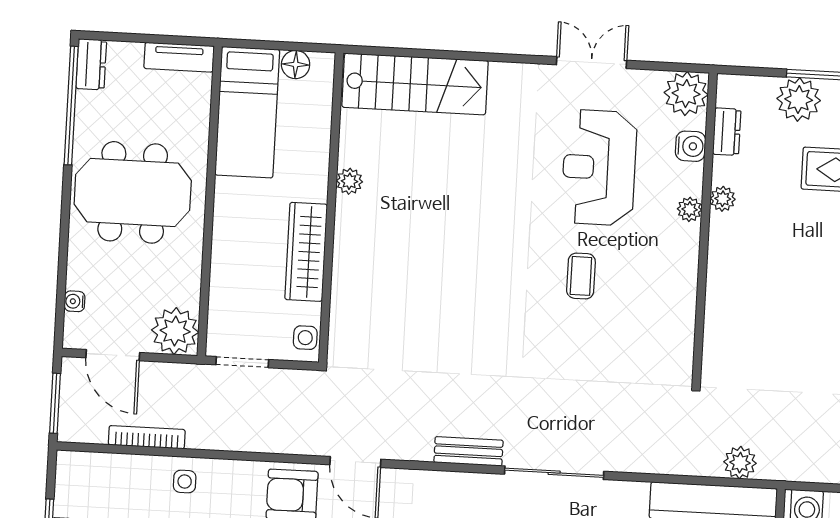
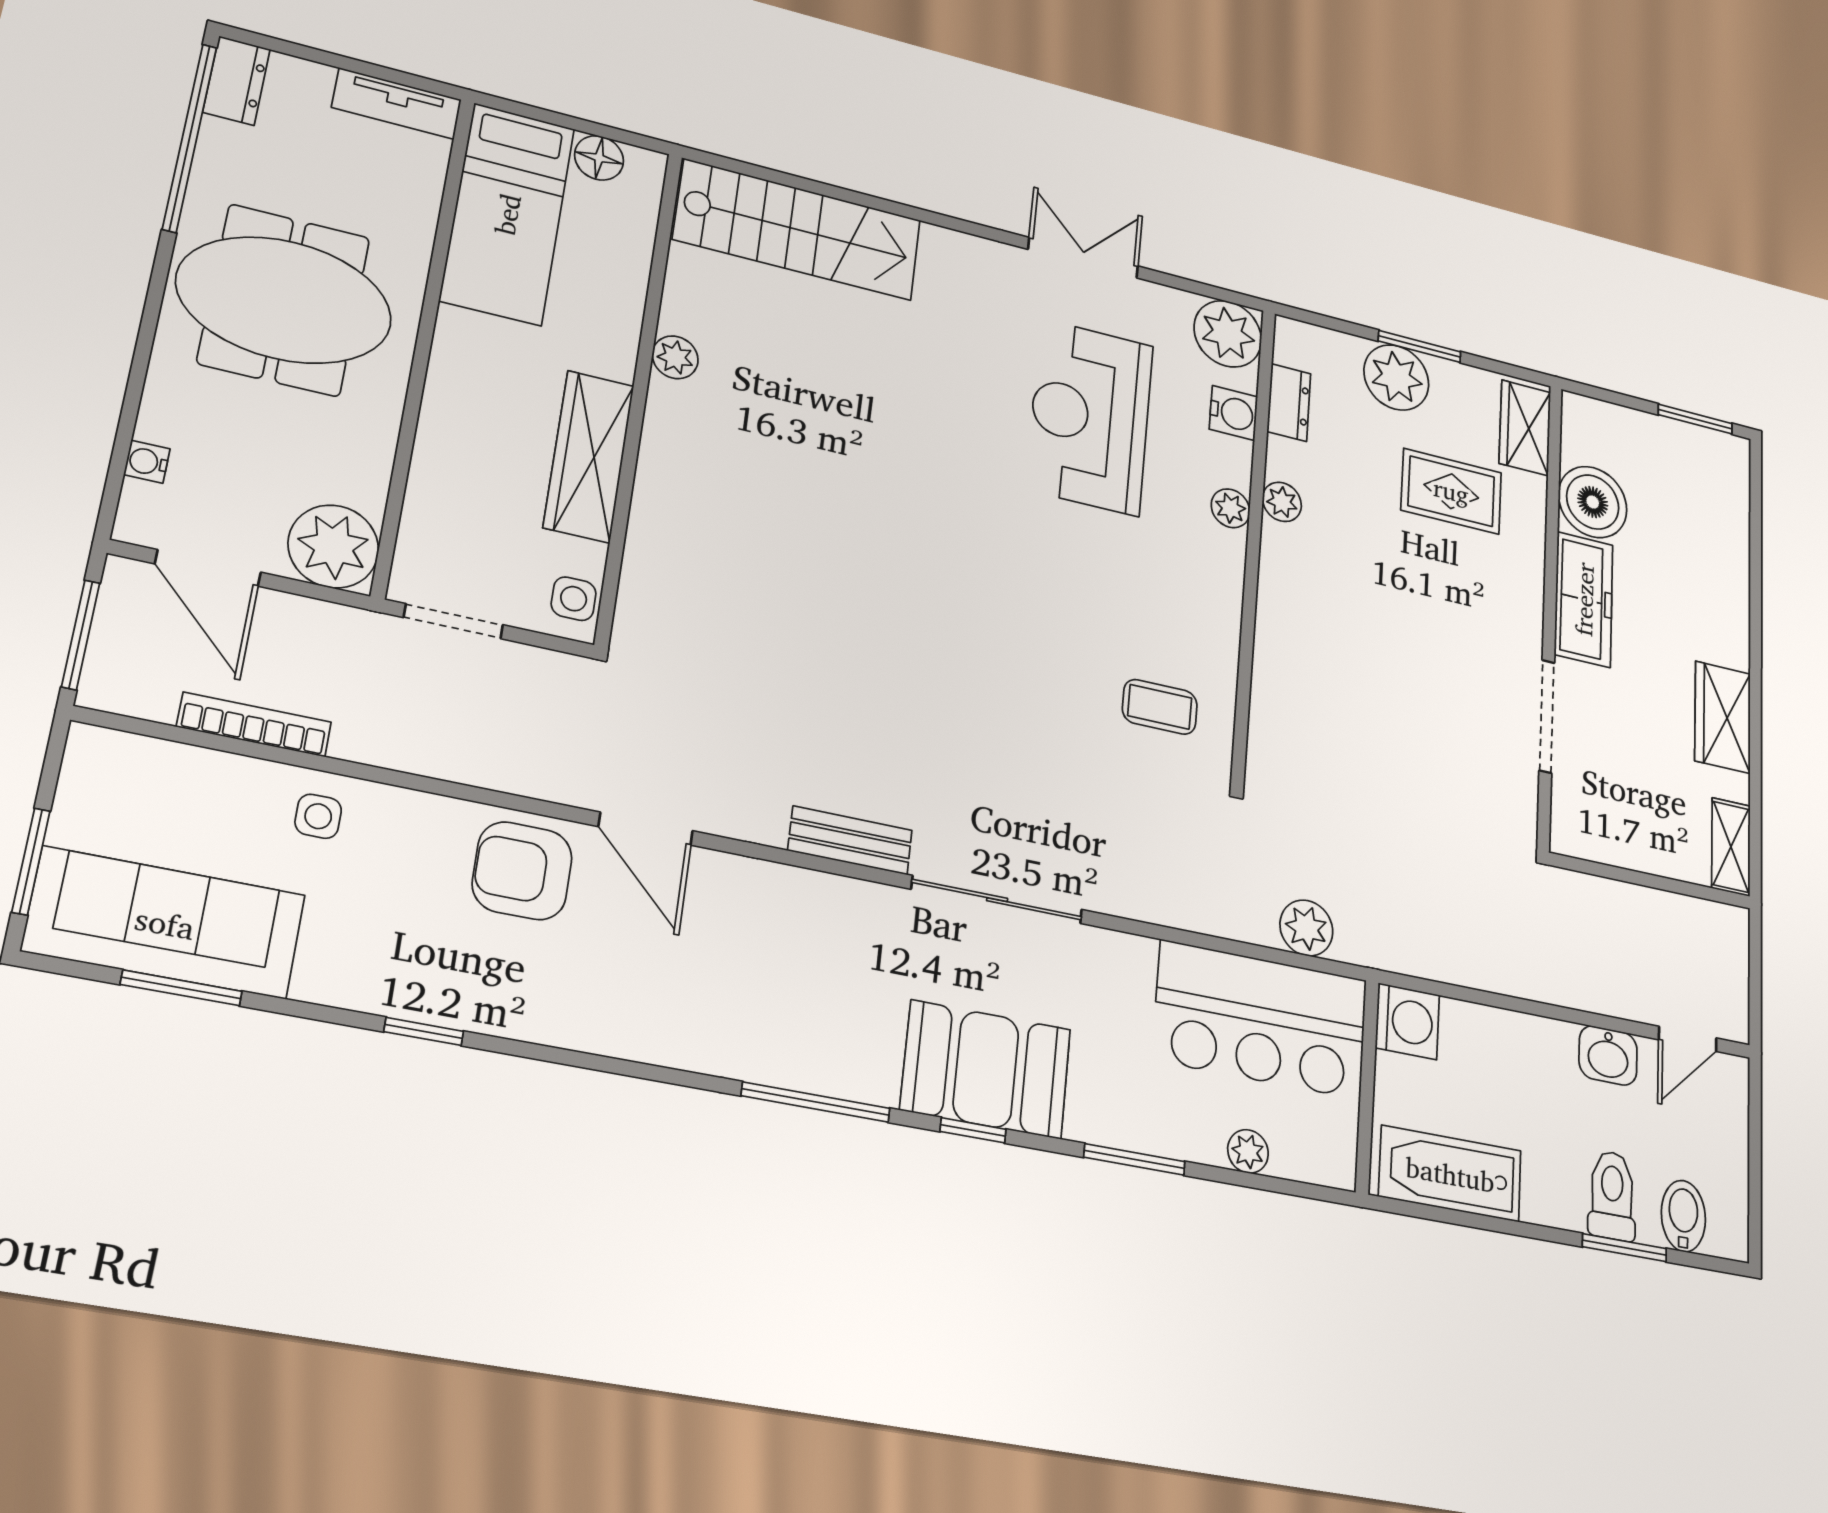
coffee table: (581, 276) -> (1160, 707), moved, turned 90

